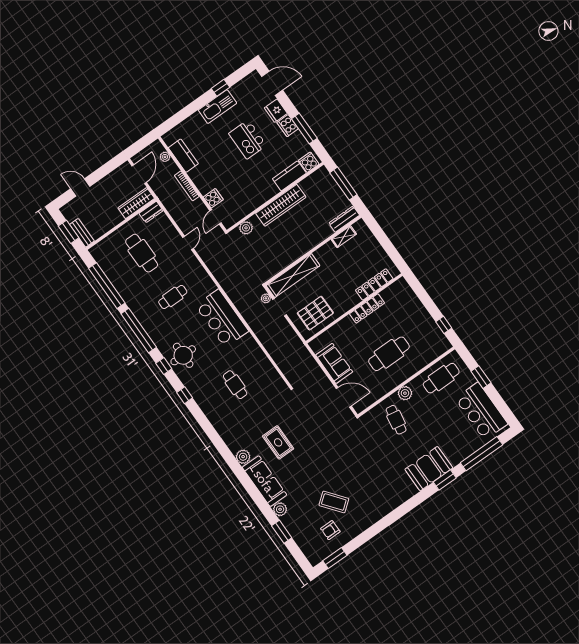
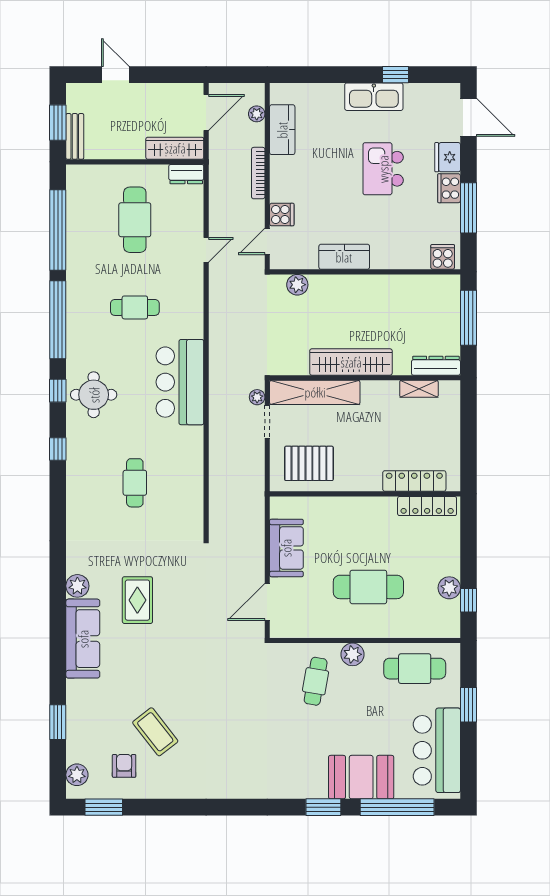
kitchen counter: (289, 176) -> (344, 257), moved
wardrobe: (281, 205) -> (351, 362), moved, turned 180
locker: (367, 308) -> (427, 506), moved
plant: (430, 325) -> (449, 588), added
door: (344, 397) -> (267, 602), swing flipped
booth: (429, 469) -> (361, 777), moved
plant: (280, 509) -> (77, 775), moved
armchair: (330, 530) -> (124, 766), turned 90

